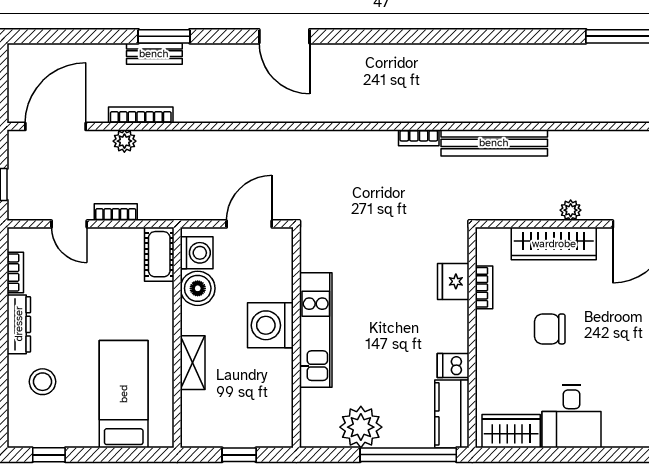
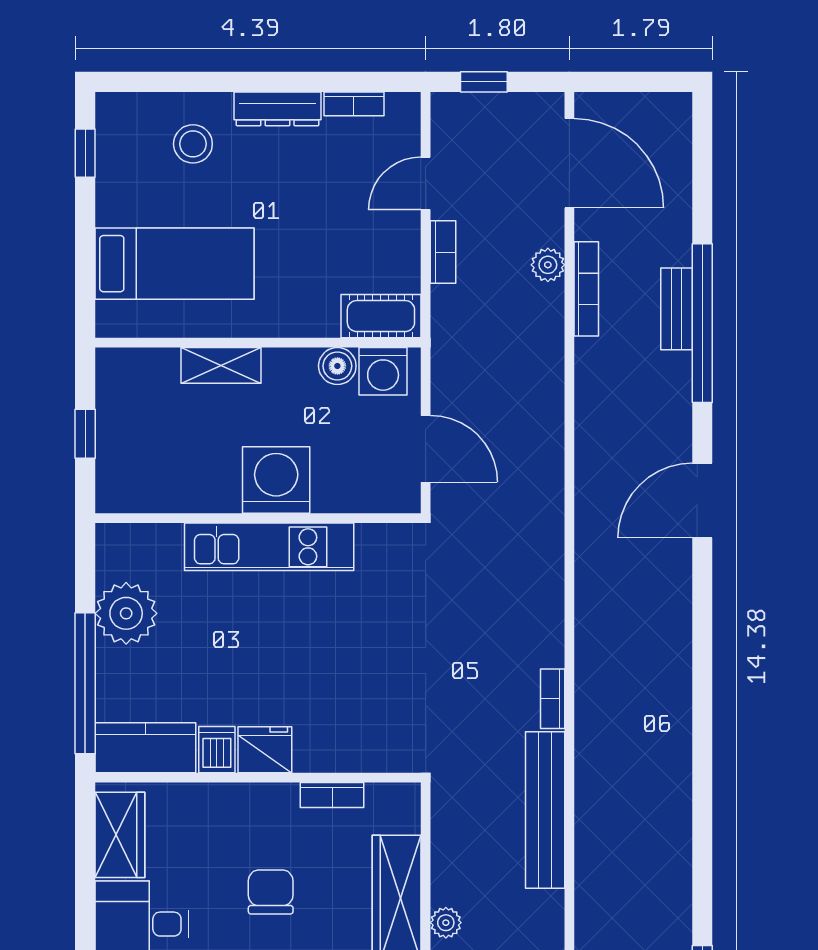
window: (164, 36) -> (702, 323), width x2.11
fridge: (453, 281) -> (265, 750), moved
boiler: (198, 288) -> (337, 366), width x0.73, depth x0.73

